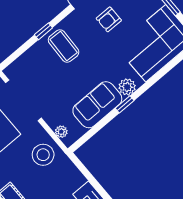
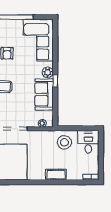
stool: (43, 155) -> (64, 142), moved

